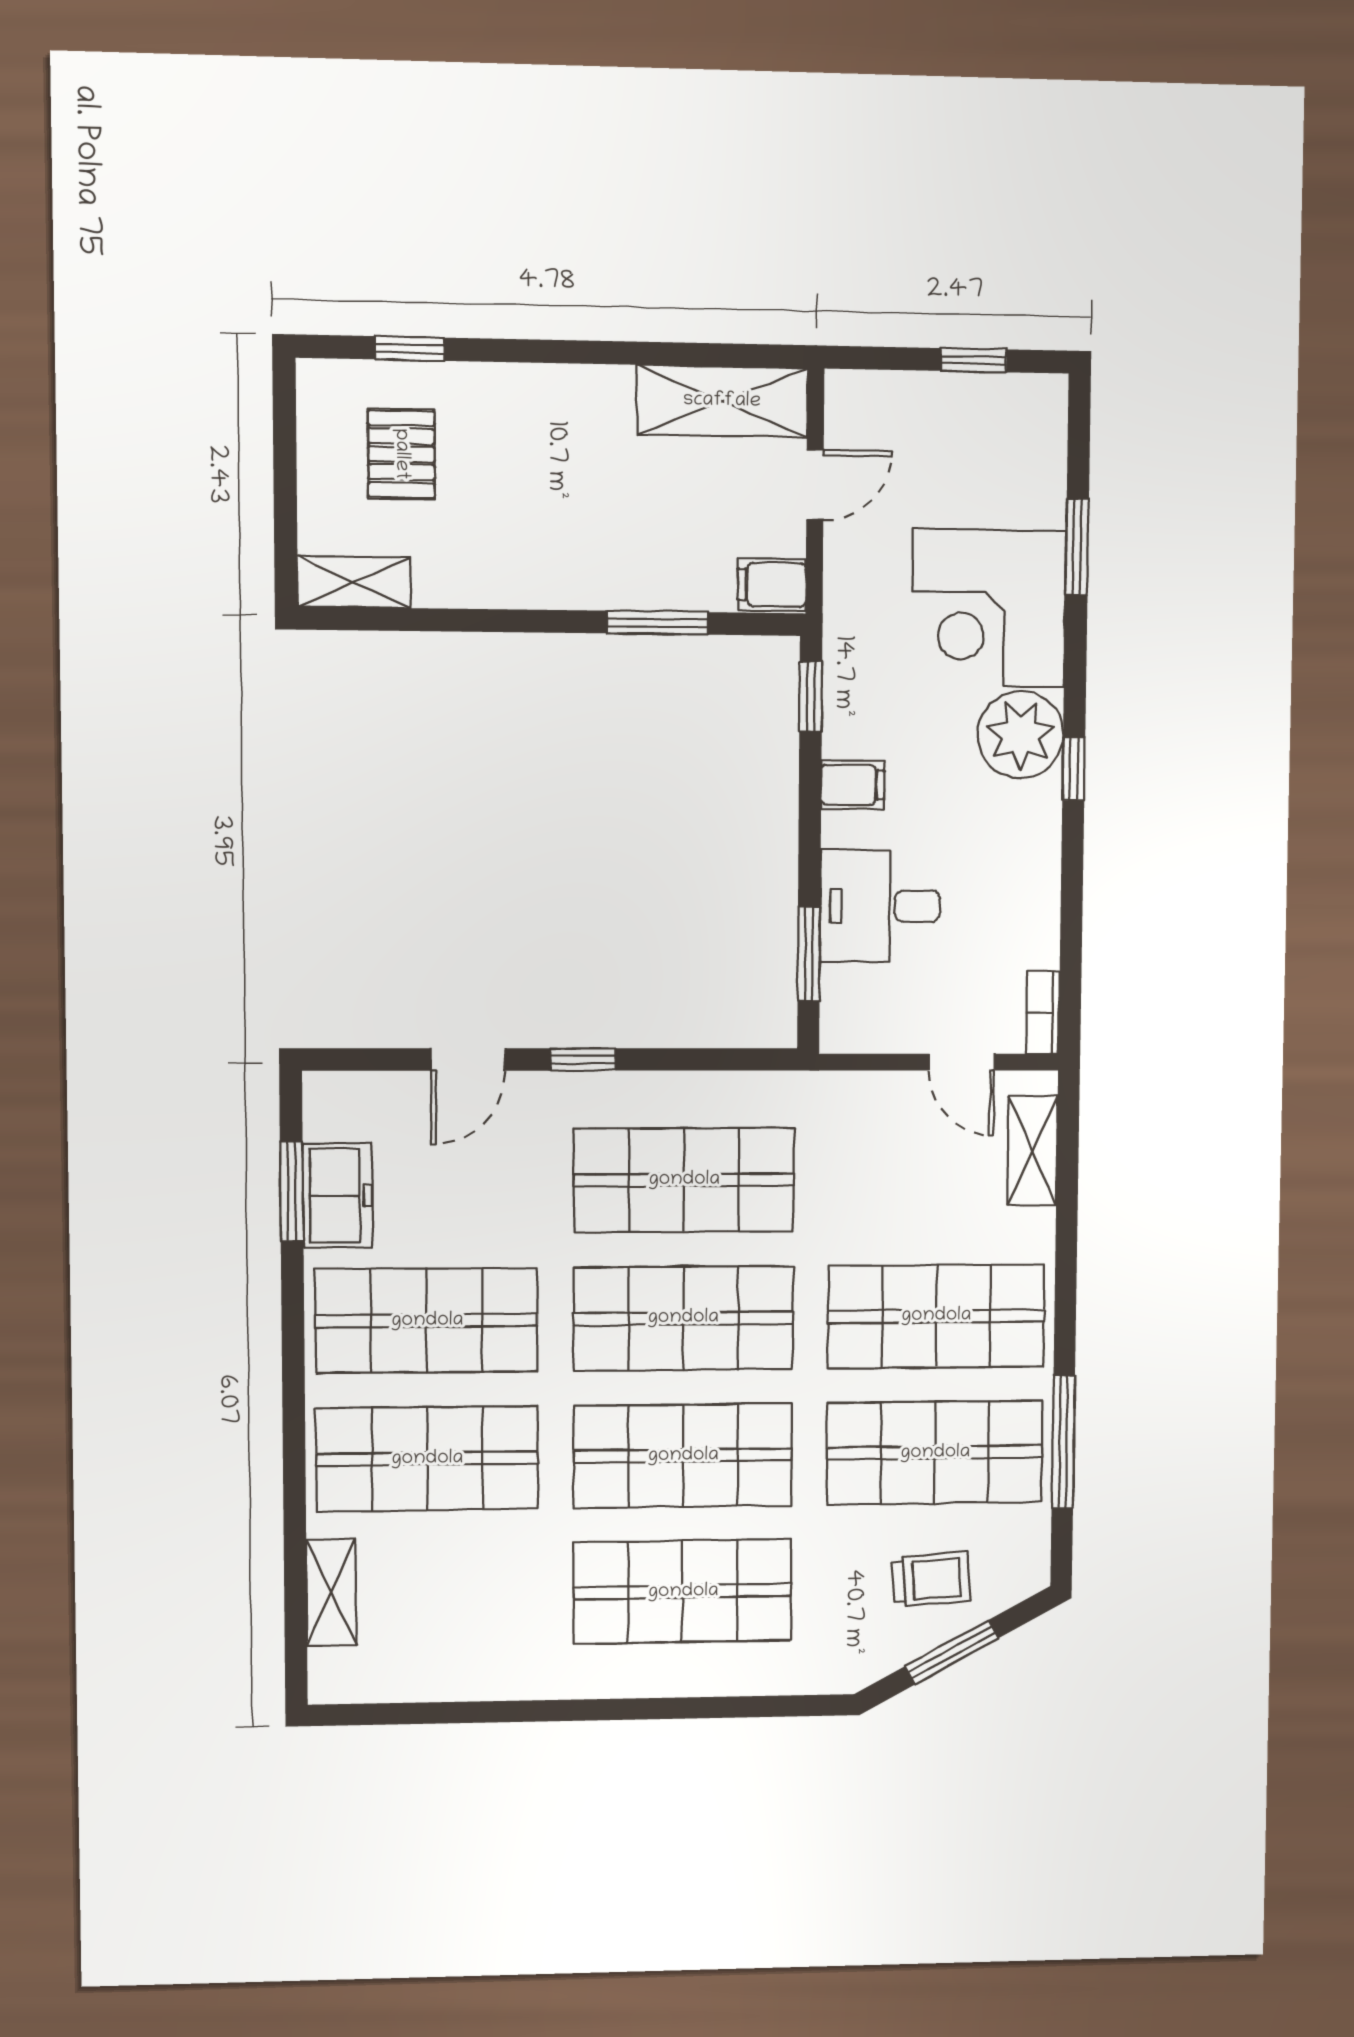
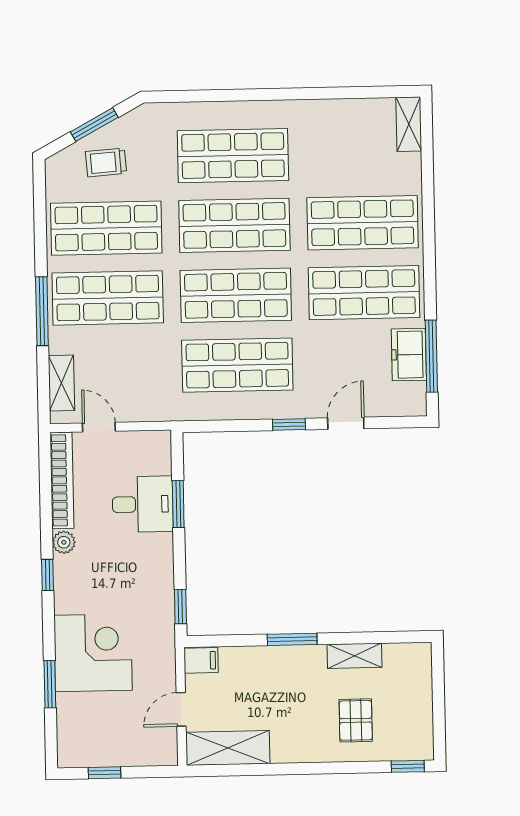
window: (409, 349) -> (408, 766), moved
pallet: (401, 454) -> (356, 720), moved
shelving: (354, 582) -> (355, 656), moved
window: (657, 623) -> (292, 639), moved
plant: (1021, 735) -> (64, 542), moved, width x0.53, depth x0.53
filing cabinet: (853, 785) -> (158, 564), removed
window: (809, 954) -> (178, 504), moved
bookcase: (1043, 1012) -> (62, 480), width x2.31, depth x1.31
window: (292, 1192) -> (431, 356), width x1.44
window: (1063, 1442) -> (42, 311), moved
shelving: (331, 1593) -> (409, 124), moved

